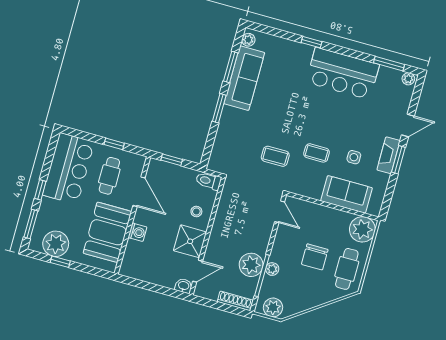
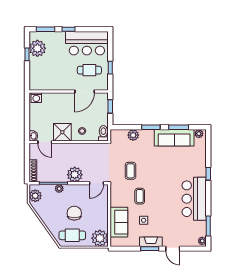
plant: (223, 138) -> (133, 135), added
booth: (107, 232) -> (54, 79), removed
washing machine: (137, 232) -> (36, 98), moved
chair: (315, 257) -> (74, 213), turned 90
plant: (251, 265) -> (75, 175), moved

